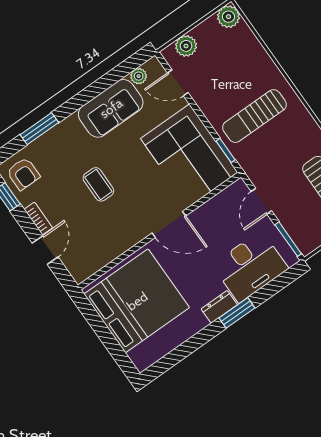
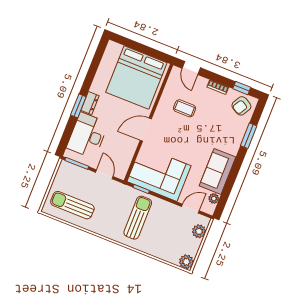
armchair: (23, 174) -> (241, 106), turned -60
coffee table: (98, 184) -> (185, 108), moved
door: (45, 250) -> (191, 68), moved

